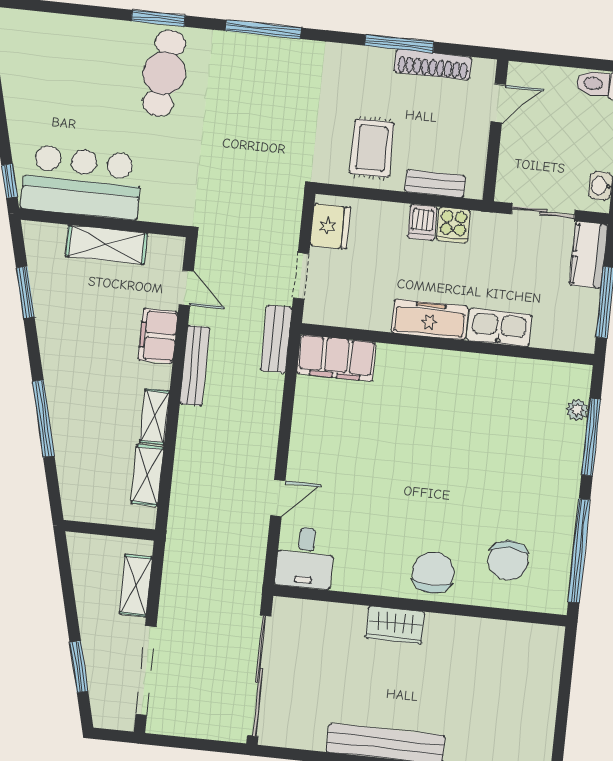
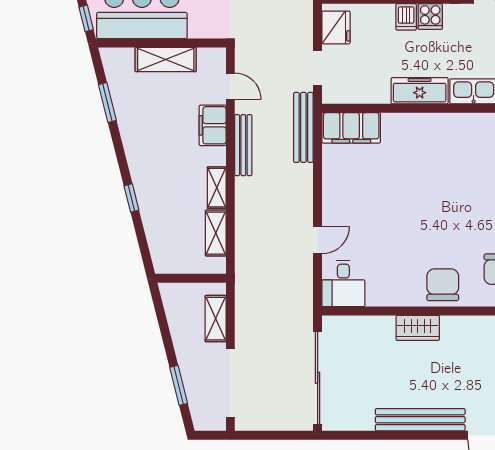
bench: (276, 339) -> (303, 127), width x1.36
window: (43, 419) -> (131, 198), width x0.46

